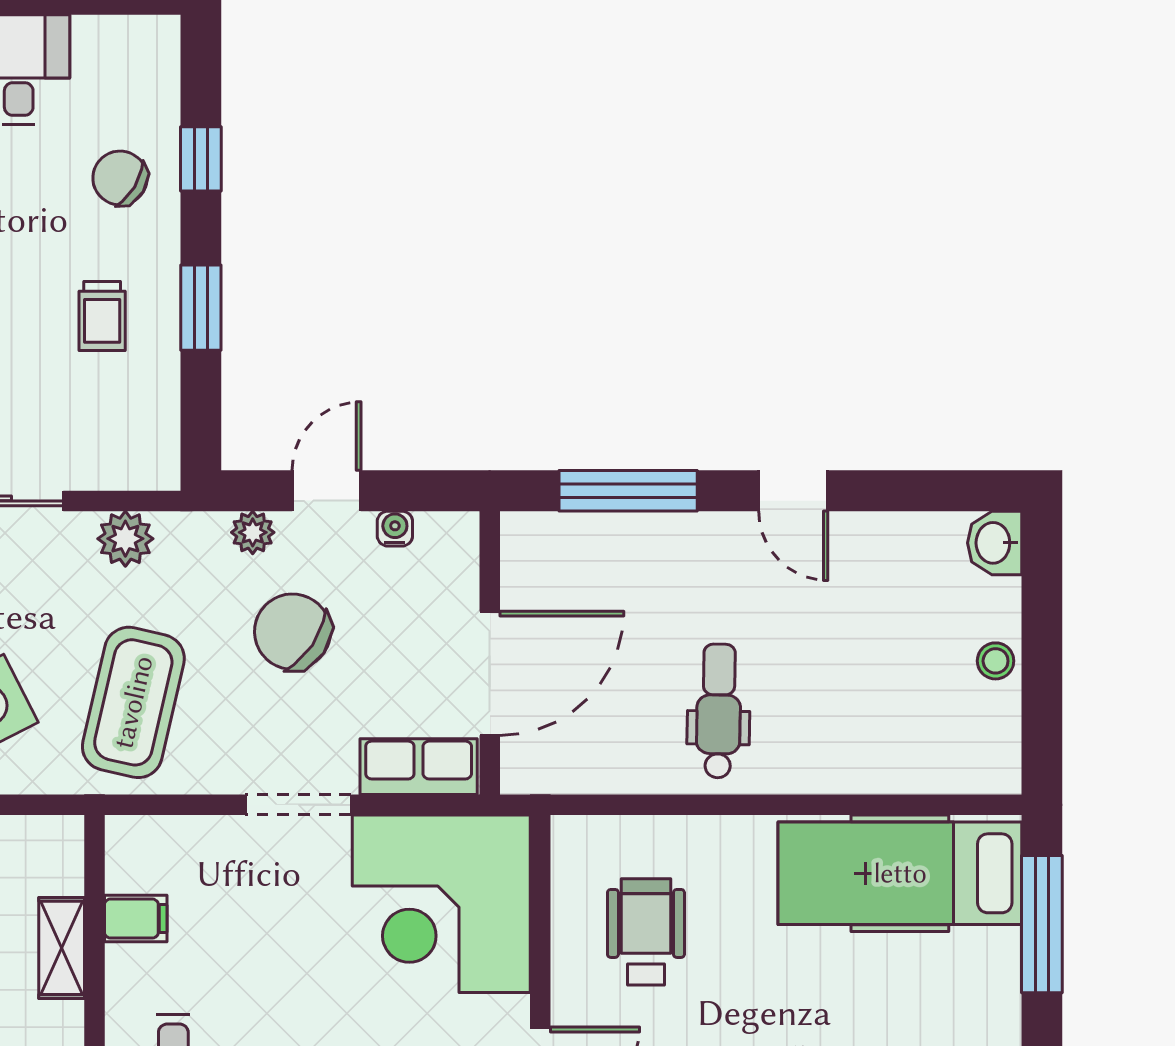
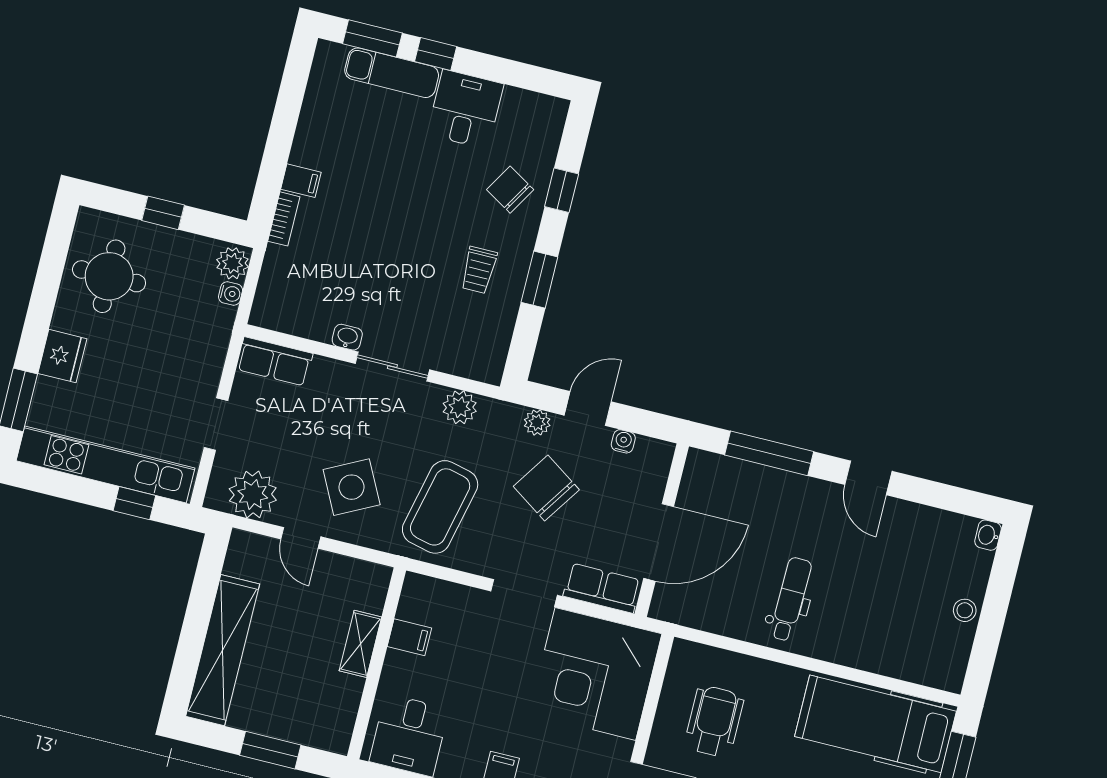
washbasin: (995, 543) -> (988, 535), width x0.72, depth x0.69

